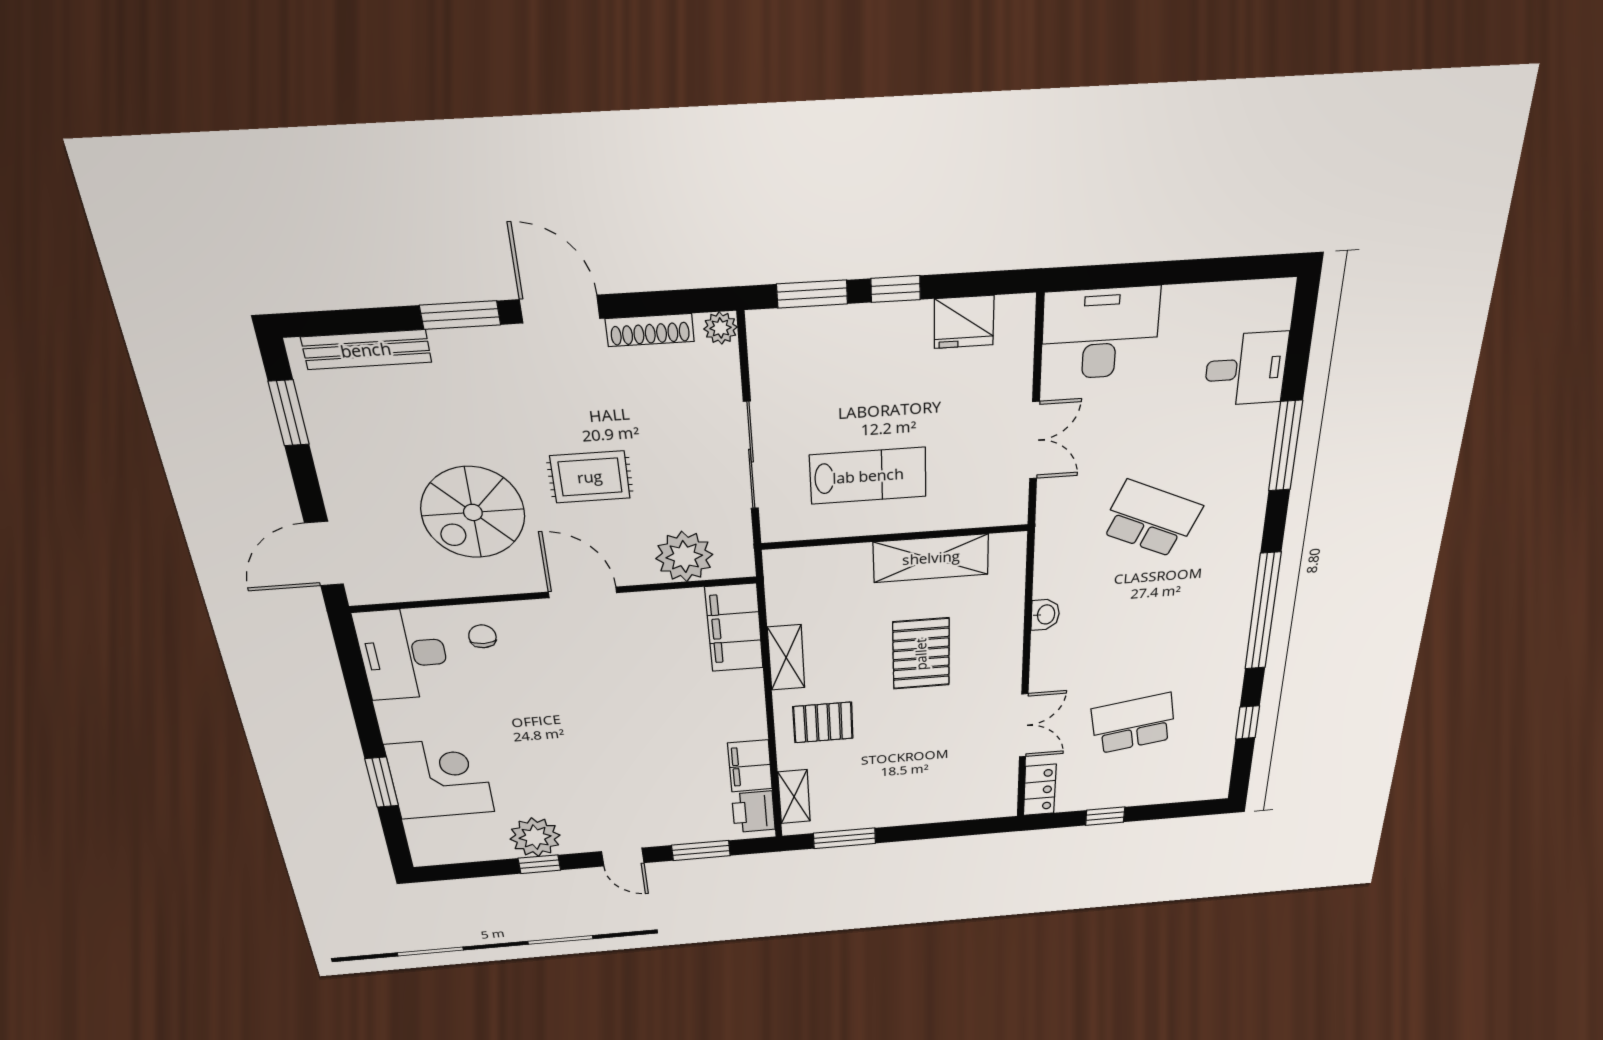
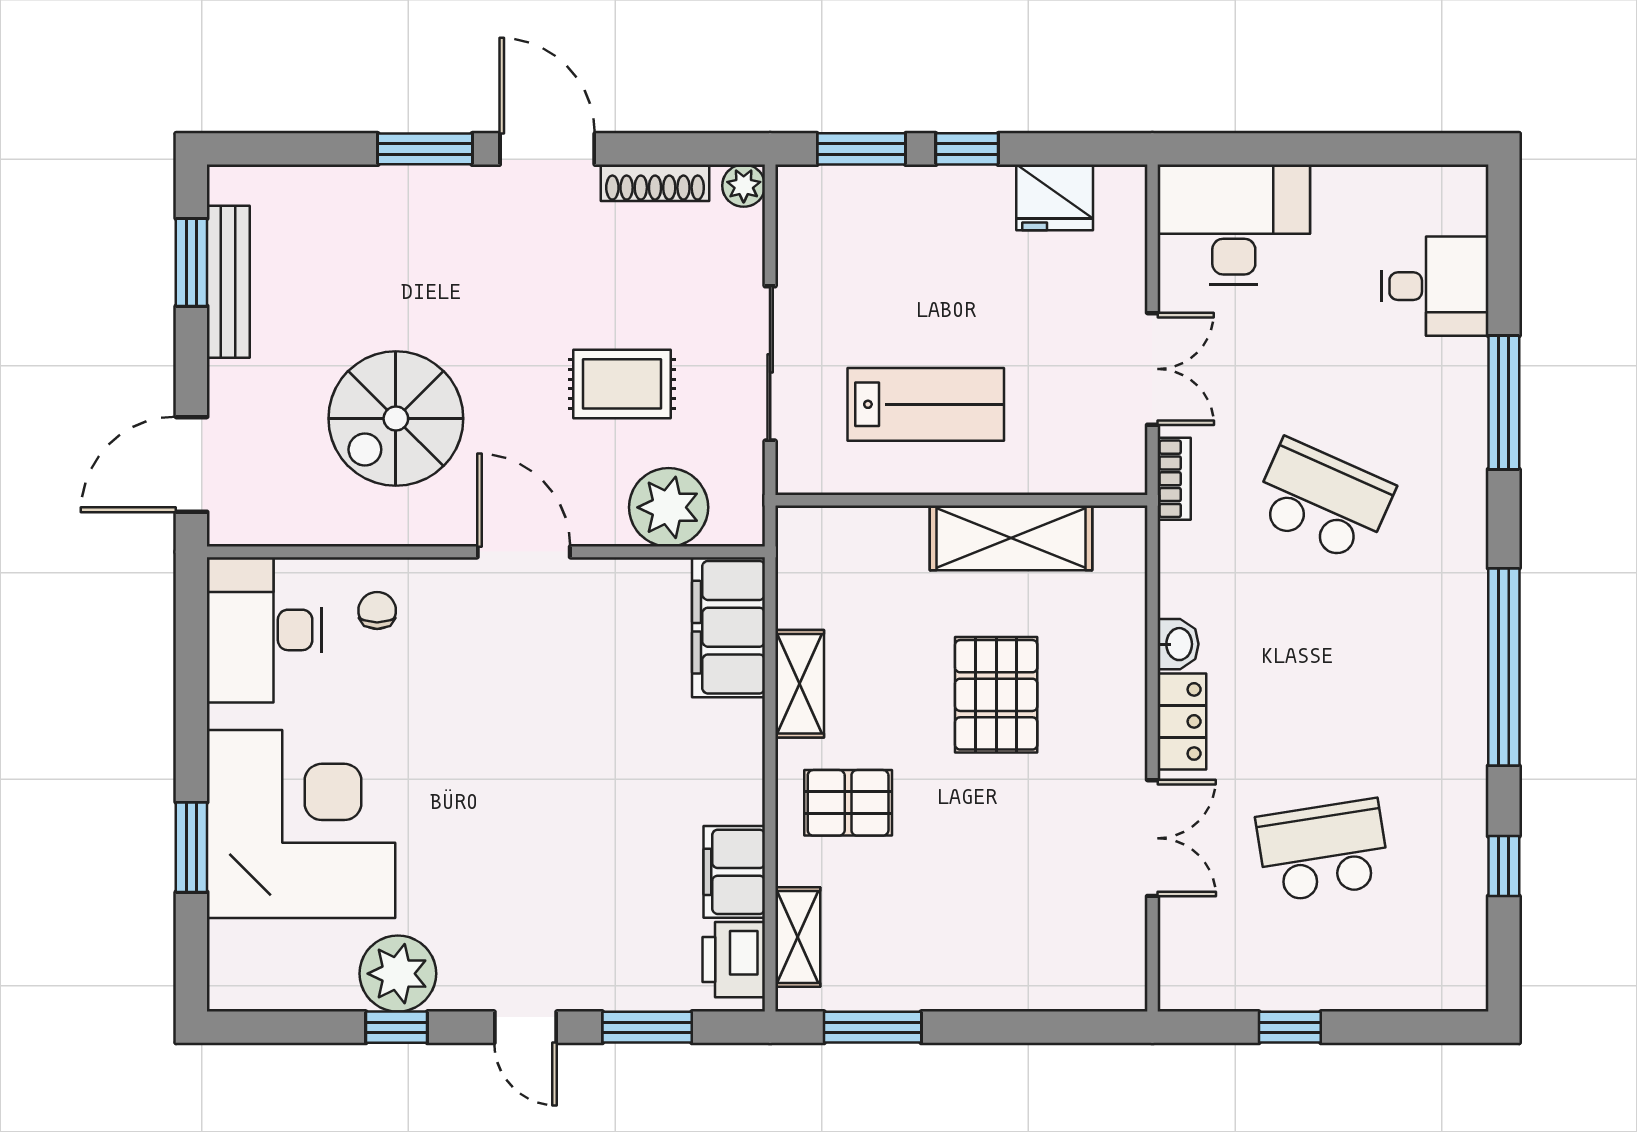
bench: (366, 350) -> (228, 282), moved, turned 90
rug: (590, 477) -> (622, 384), moved
bookcase: (1047, 512) -> (1174, 479), added
corner desk: (440, 778) -> (301, 824), width x1.36, depth x1.36
locker: (1040, 790) -> (1182, 721), moved

